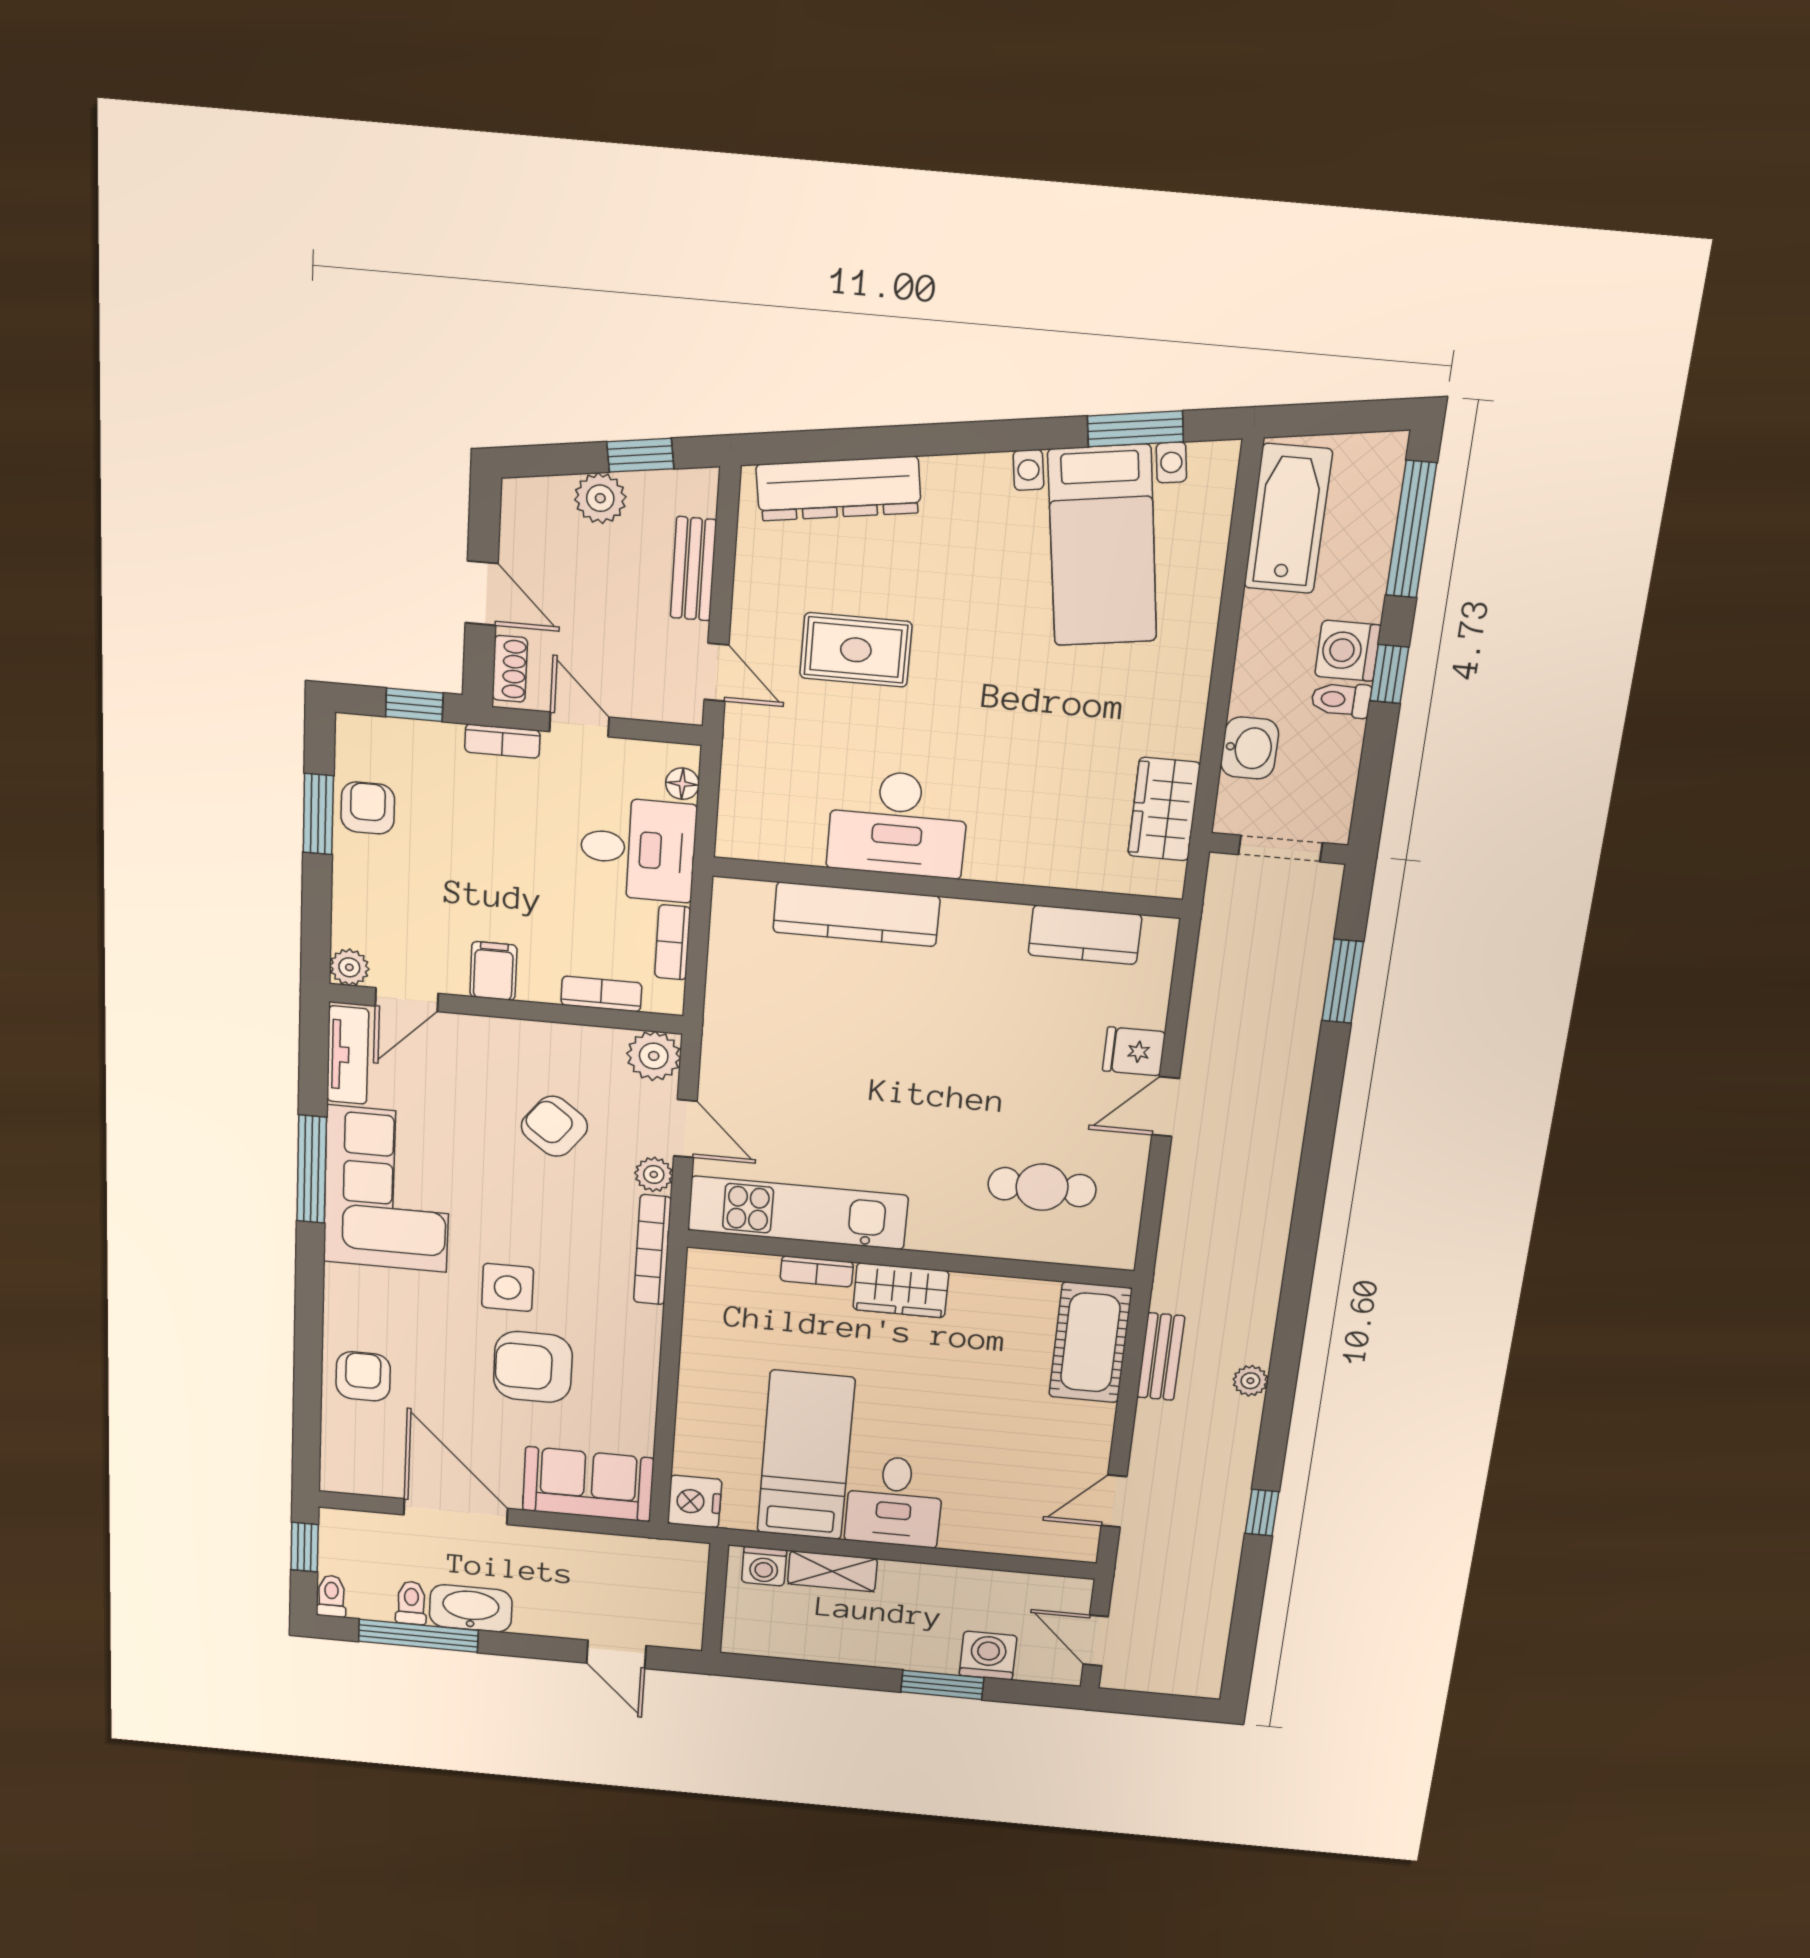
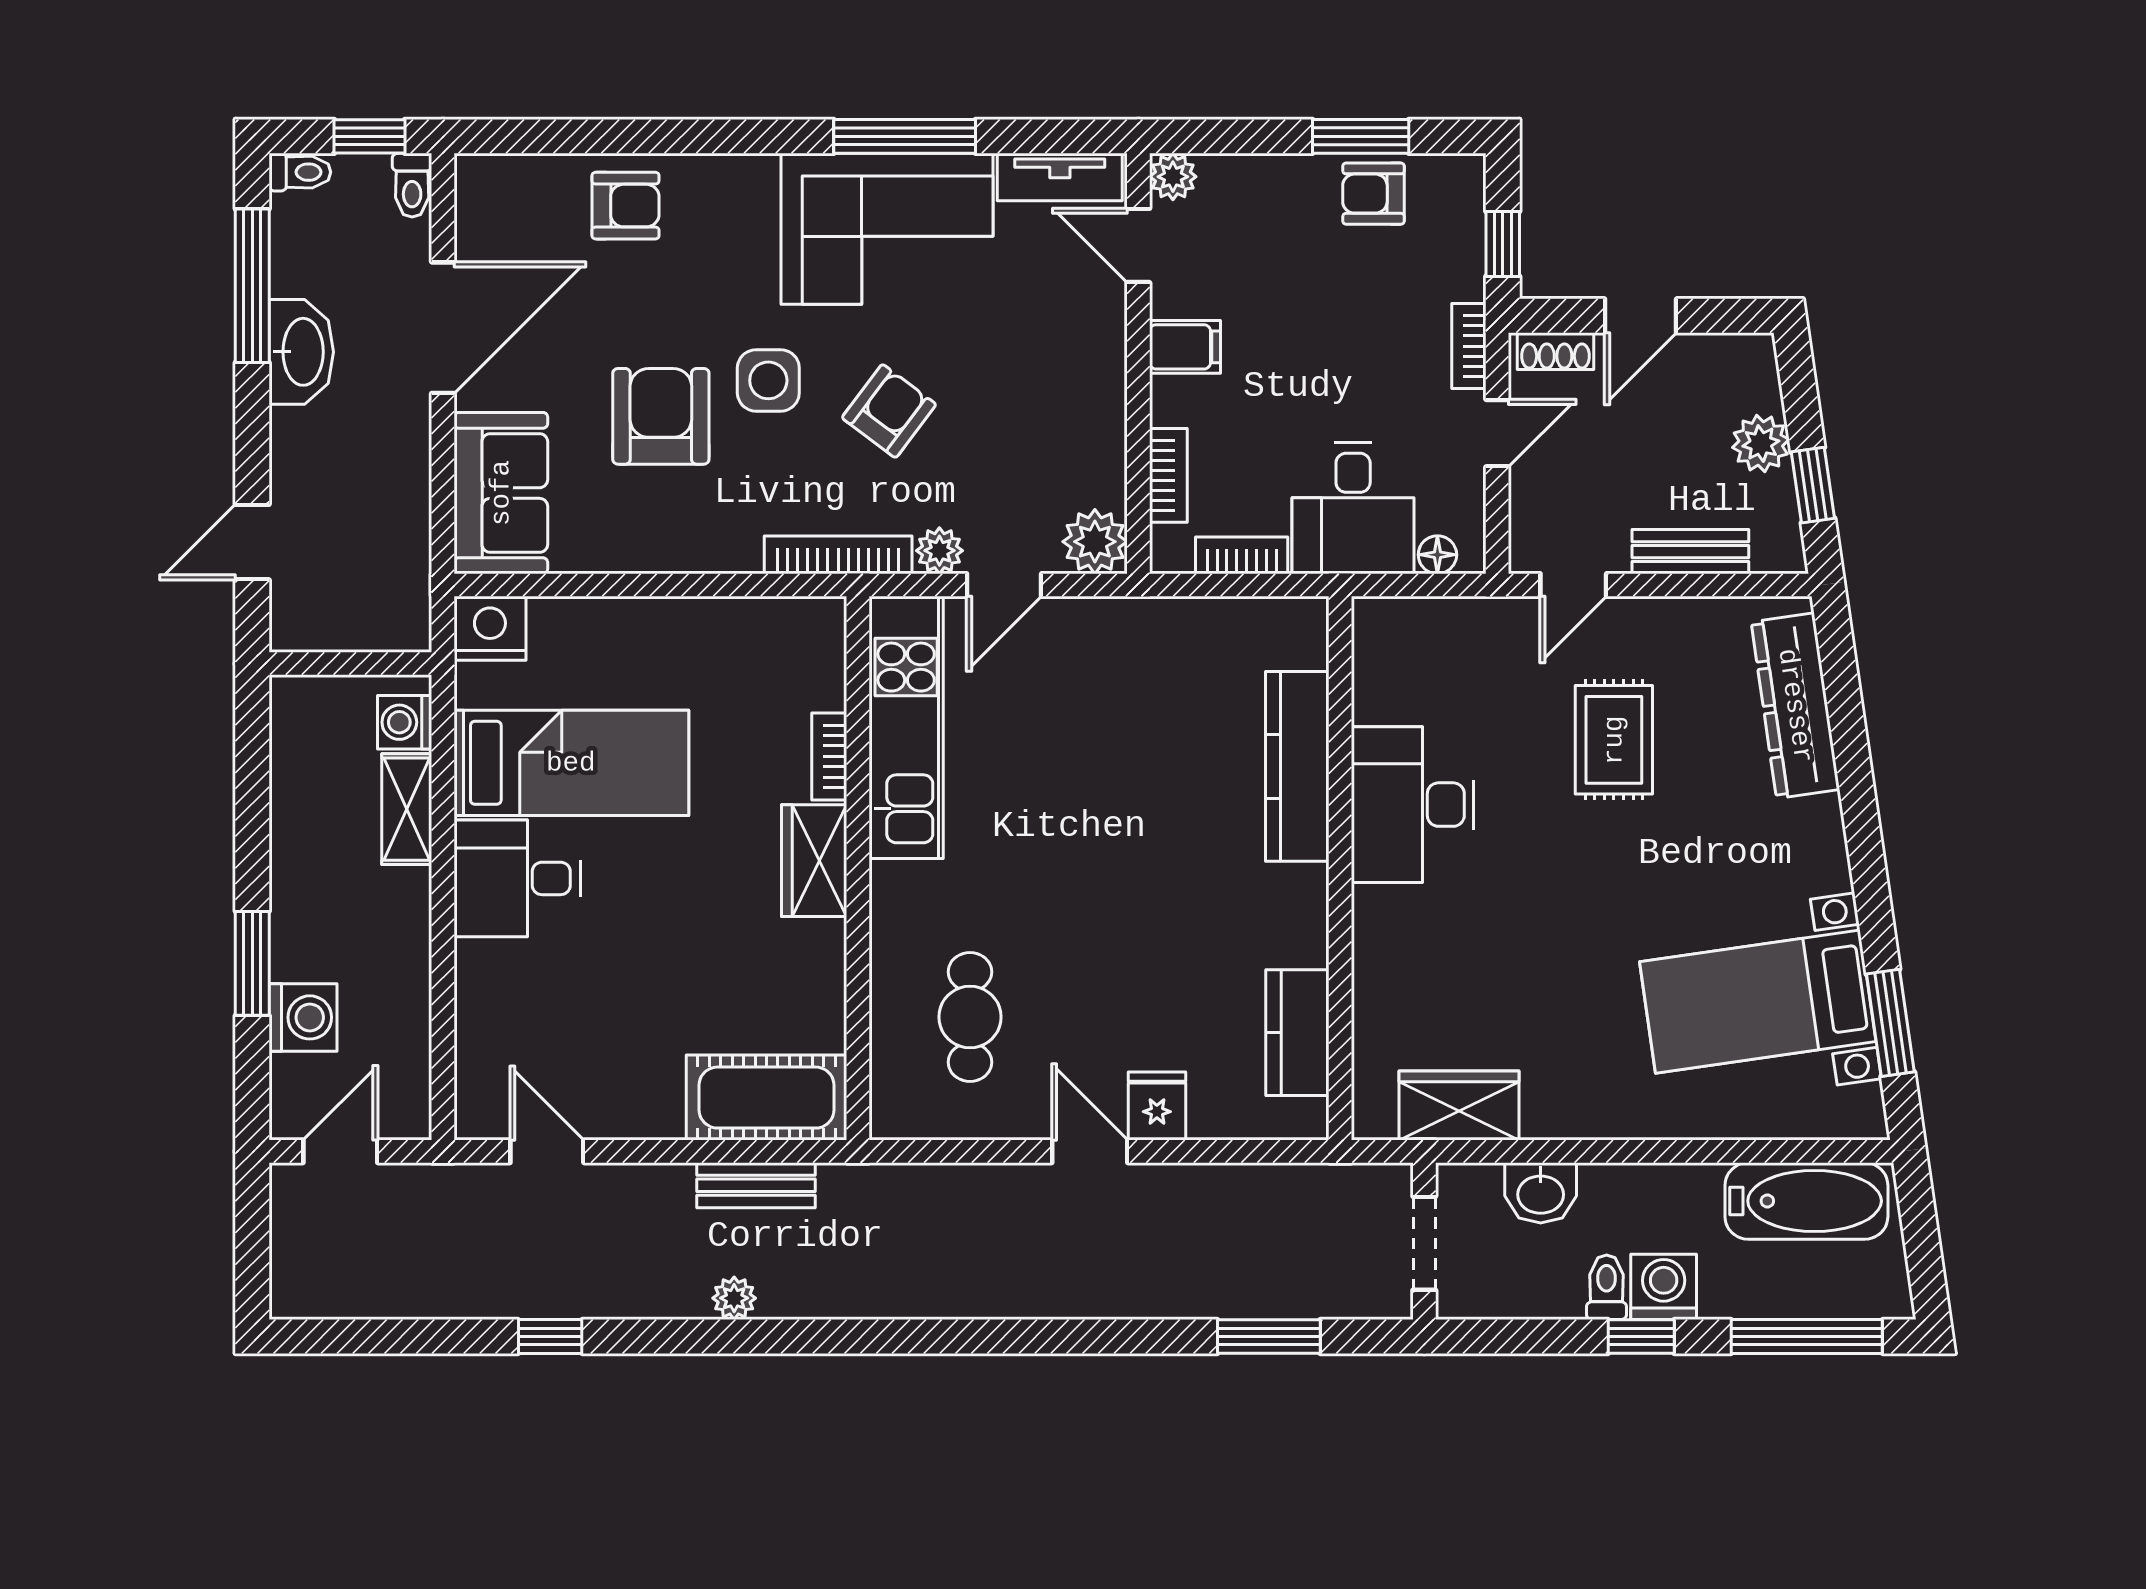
armchair: (368, 808) -> (1374, 194), turned 180
armchair: (554, 1126) -> (889, 411), moved
toilet: (411, 1603) -> (412, 185), moved, turned 90

